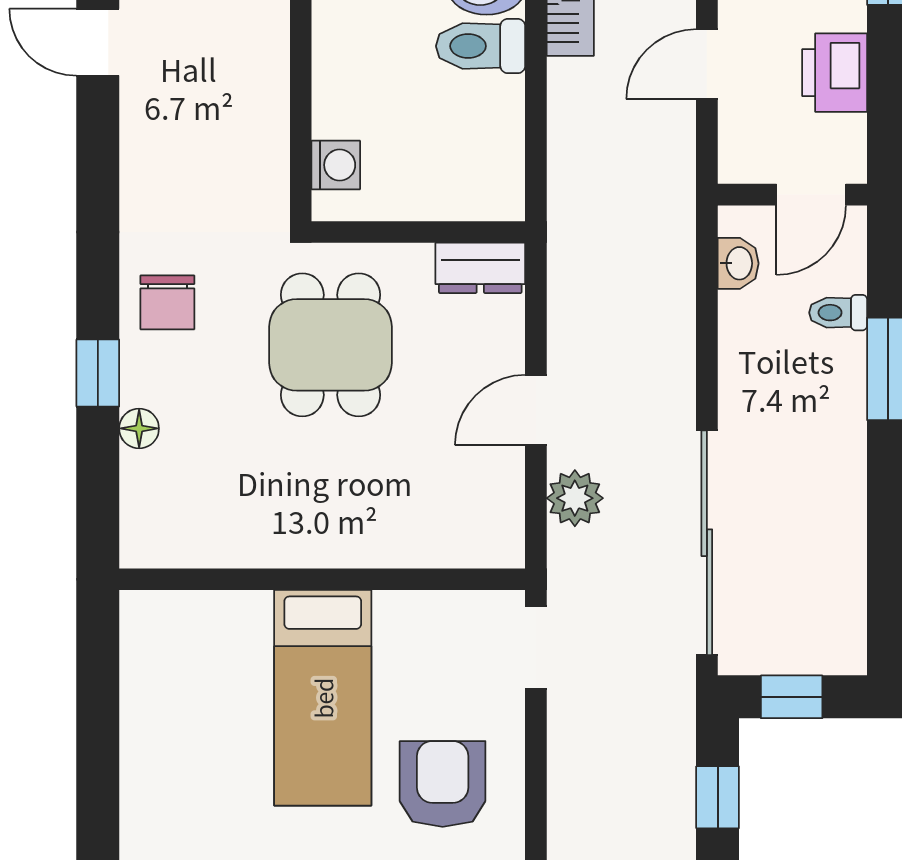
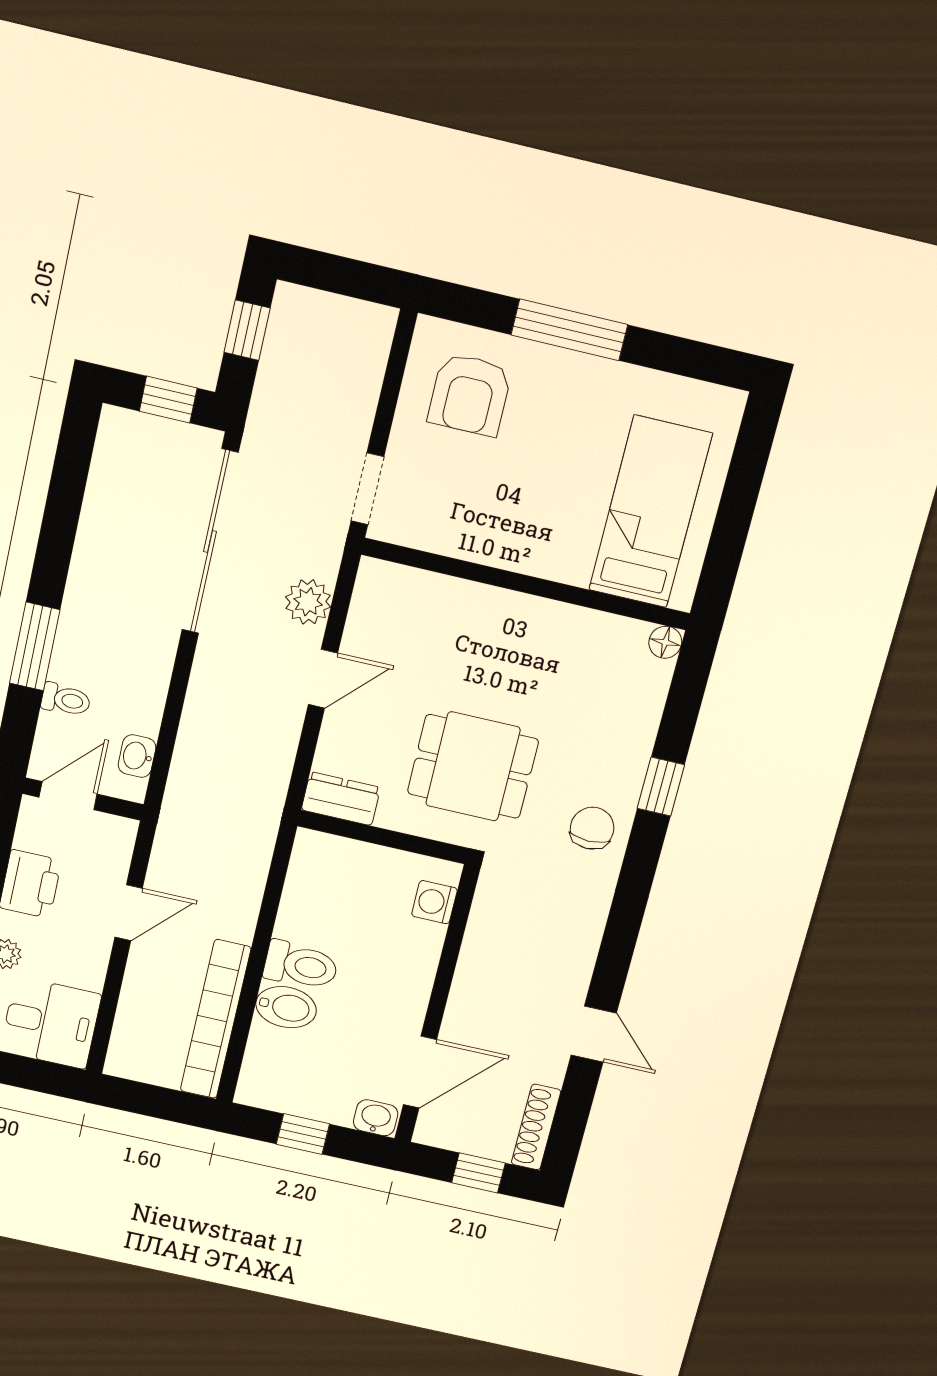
dining table: (330, 345) -> (473, 766), turned 90
floor lamp: (139, 428) -> (665, 642), moved
bed: (323, 698) -> (650, 512), moved

